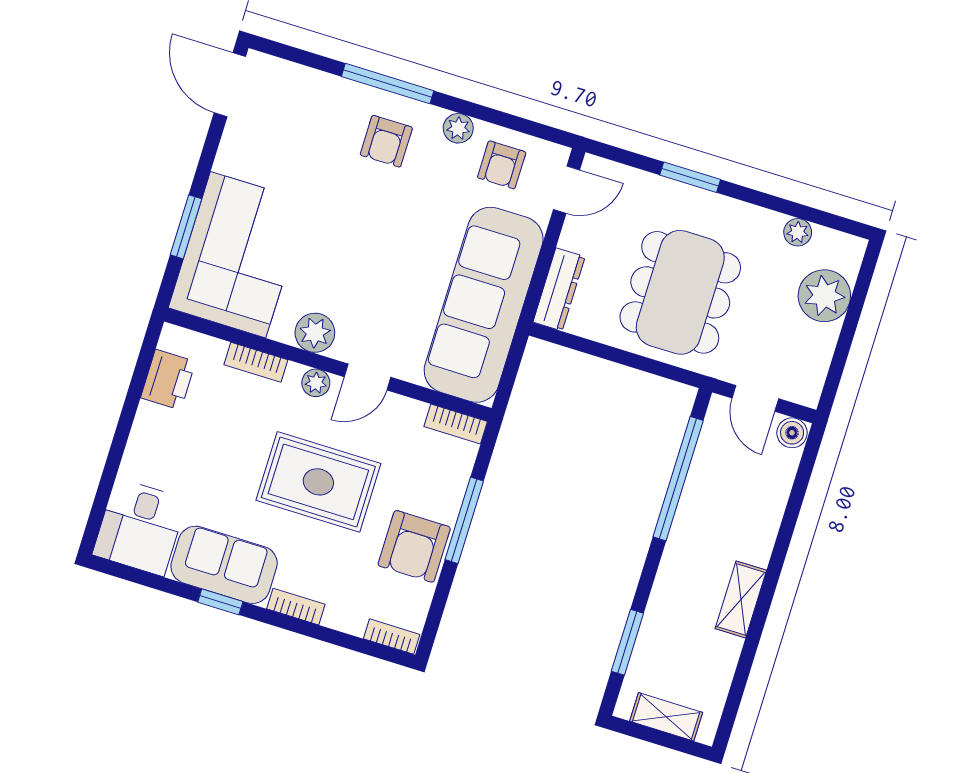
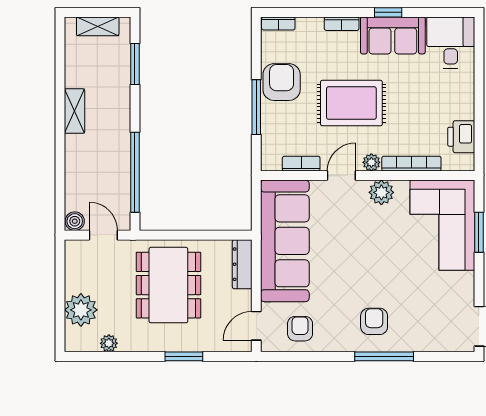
plant: (458, 128) -> (333, 343), removed
bookcase: (256, 362) -> (411, 164), width x1.56
bookcase: (456, 424) -> (301, 164), moved

